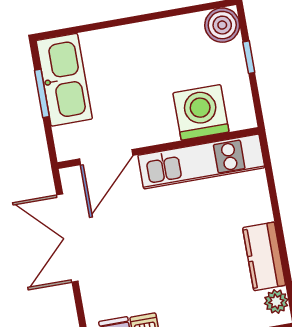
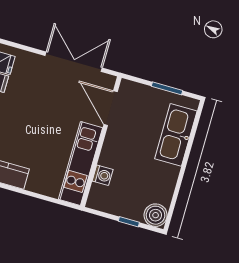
kitchen sink: (64, 80) -> (176, 135), moved, turned 90
washing machine: (201, 112) -> (103, 175), width x0.53, depth x0.53

